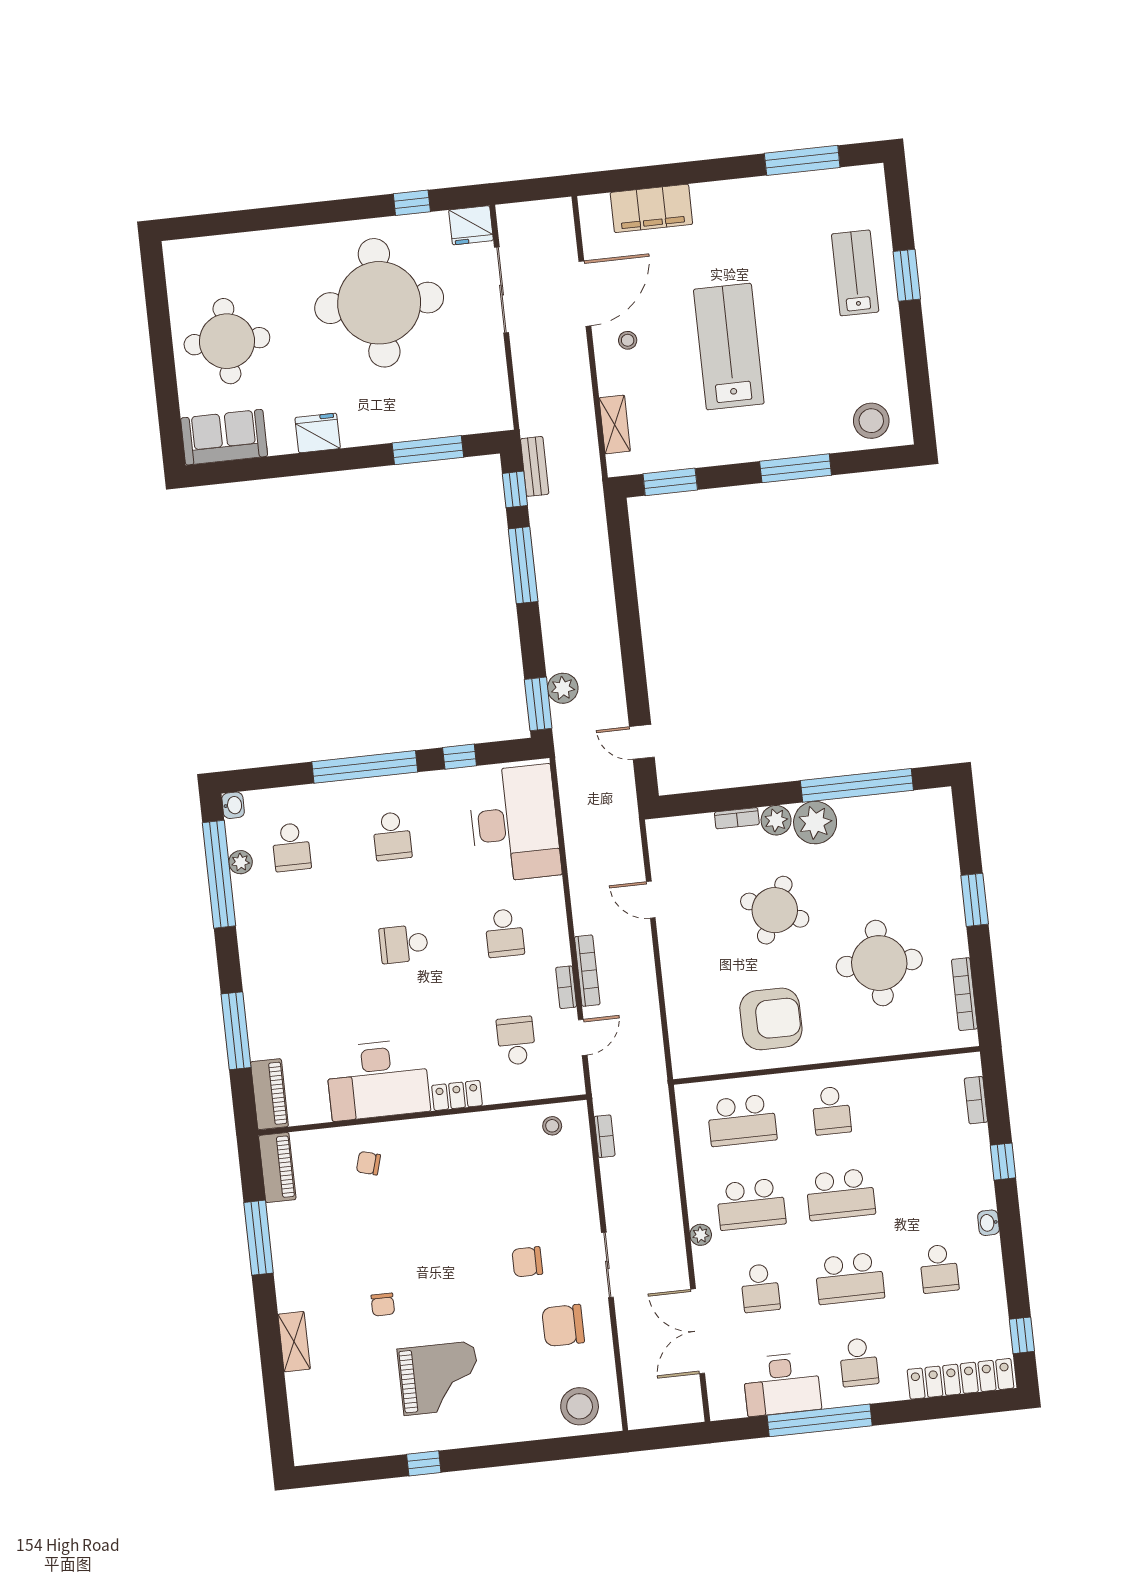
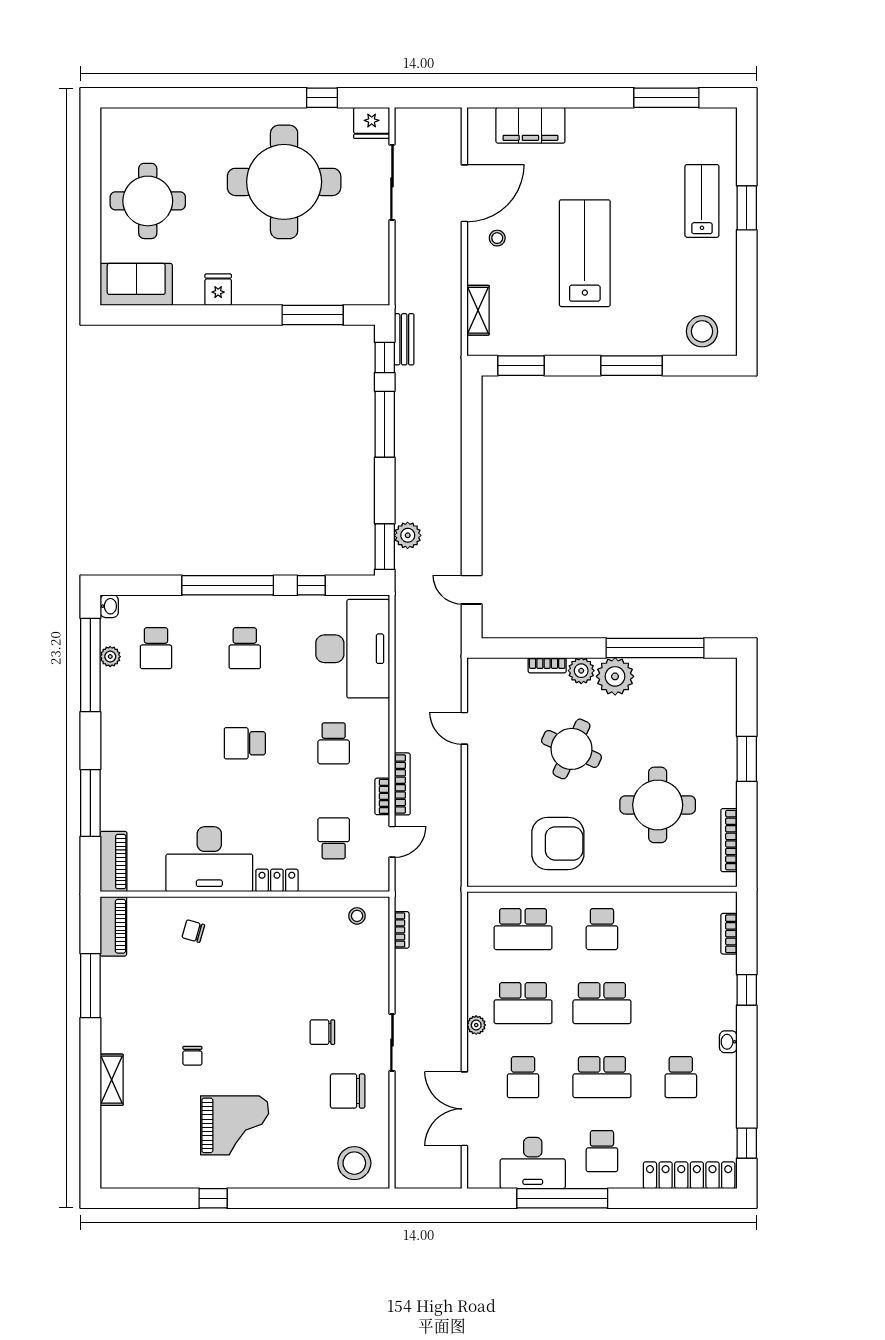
fridge: (318, 433) -> (218, 290), width x0.72

